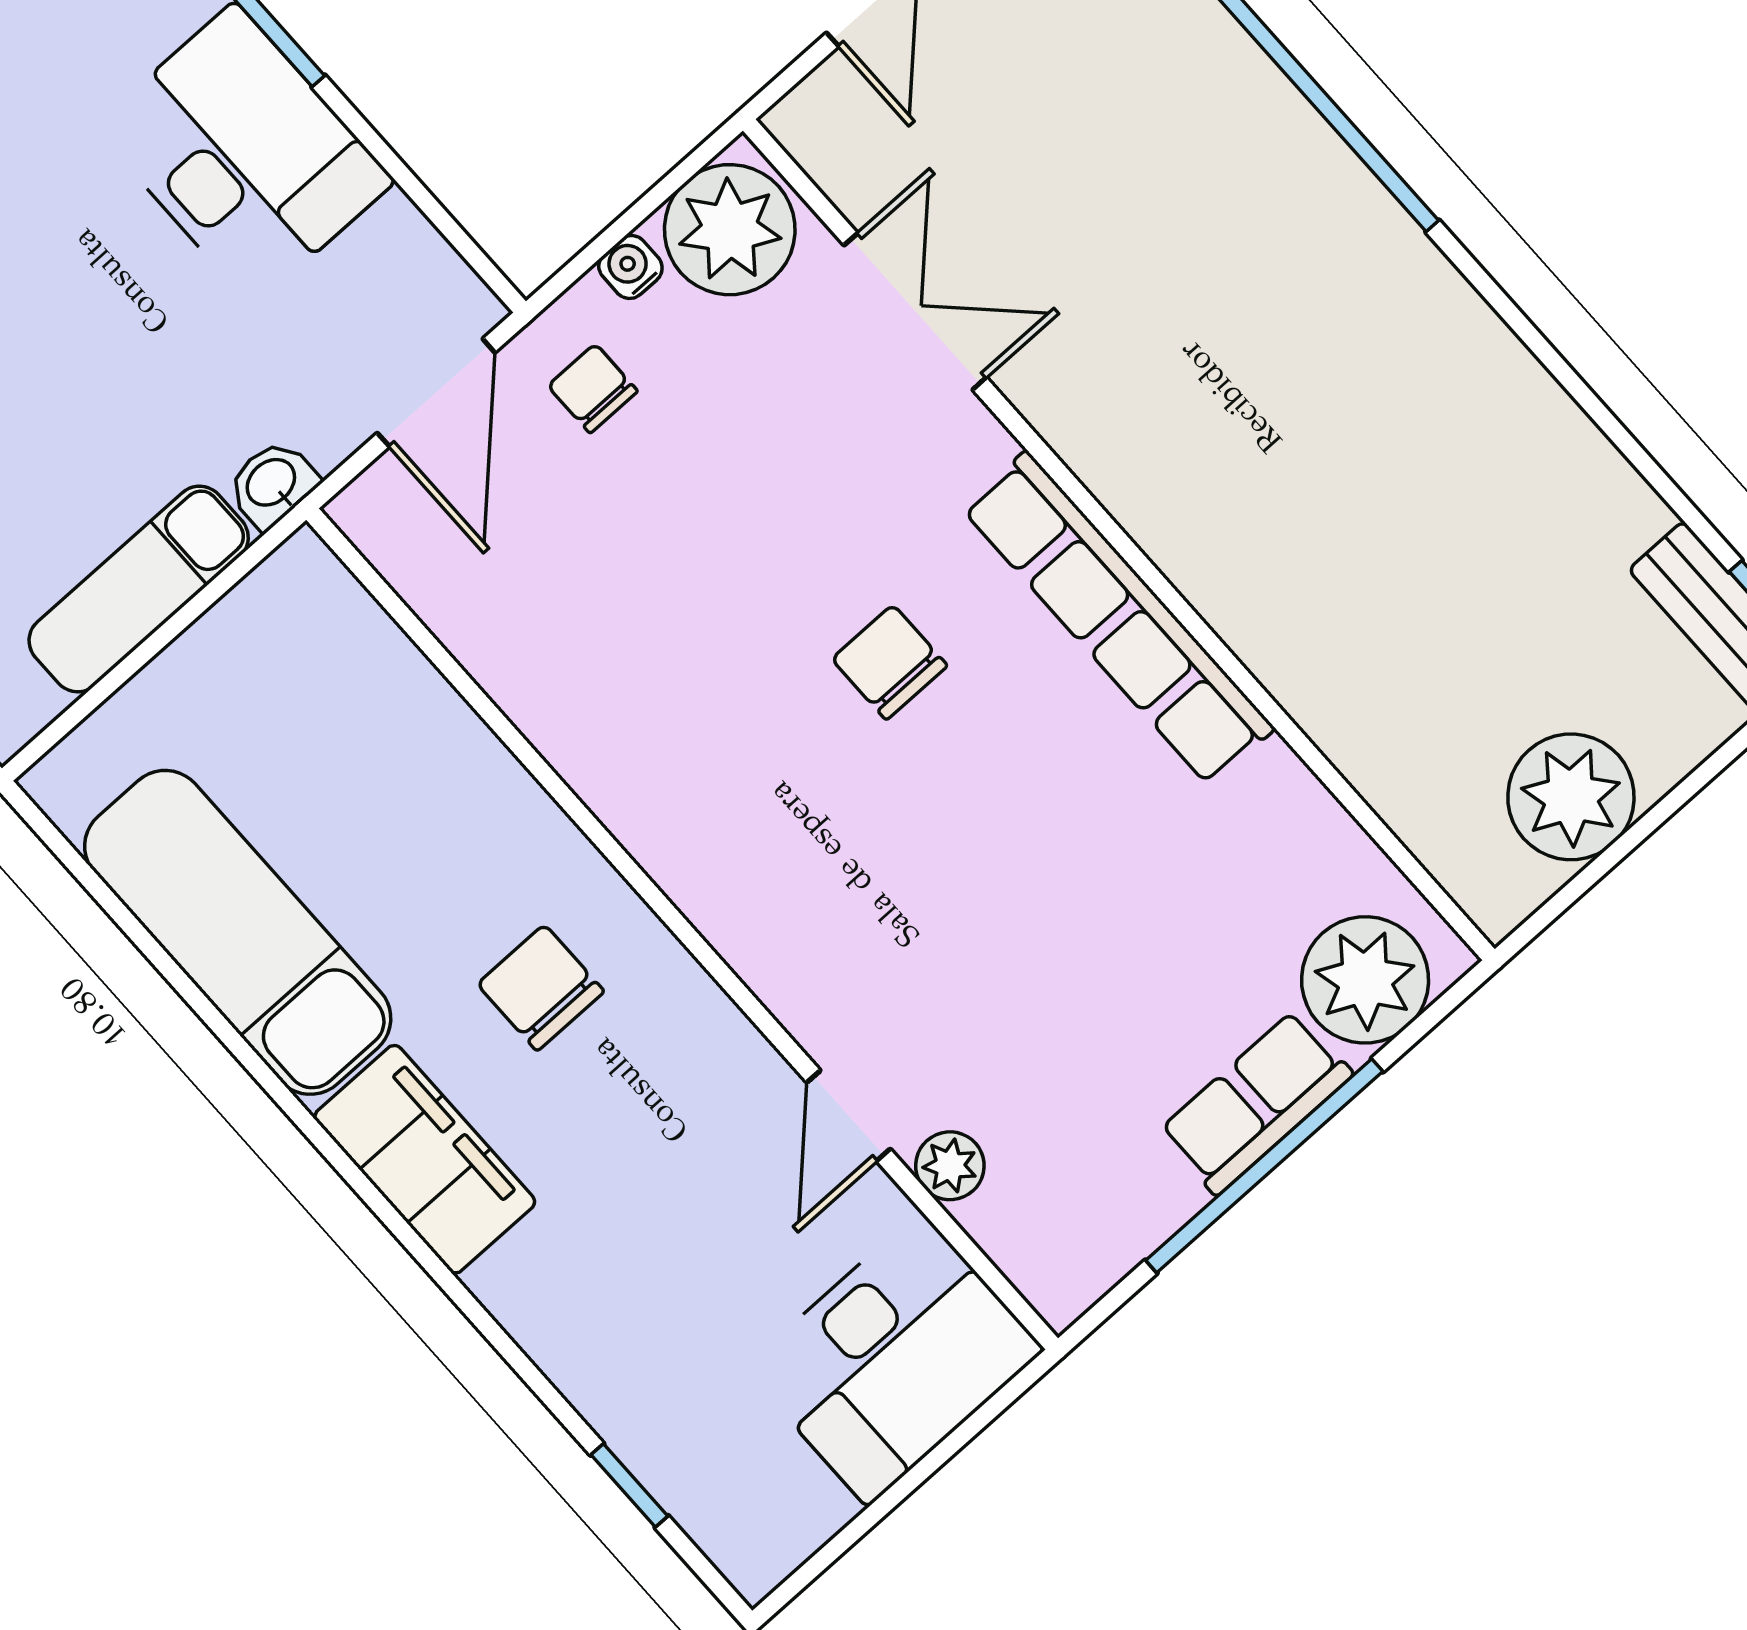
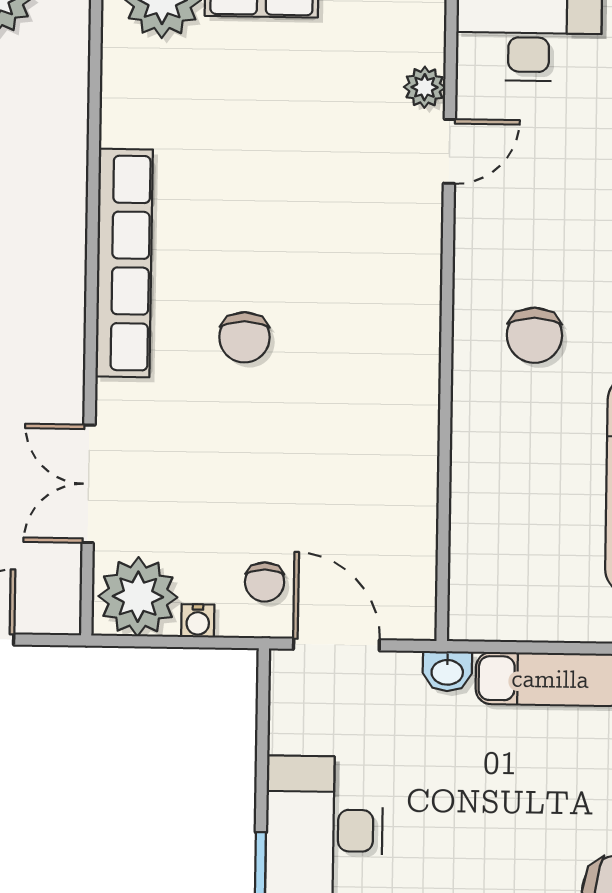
door: (436, 393) -> (336, 644), hinge flipped

